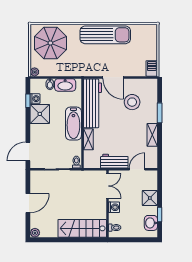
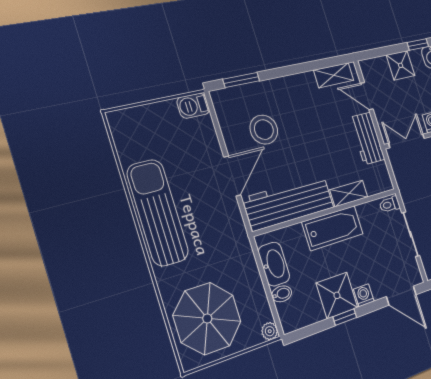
washing machine: (35, 99) -> (364, 295), moved
window: (28, 101) -> (345, 317), moved
window: (160, 113) -> (241, 80), moved
shelving: (152, 135) -> (334, 75), moved

